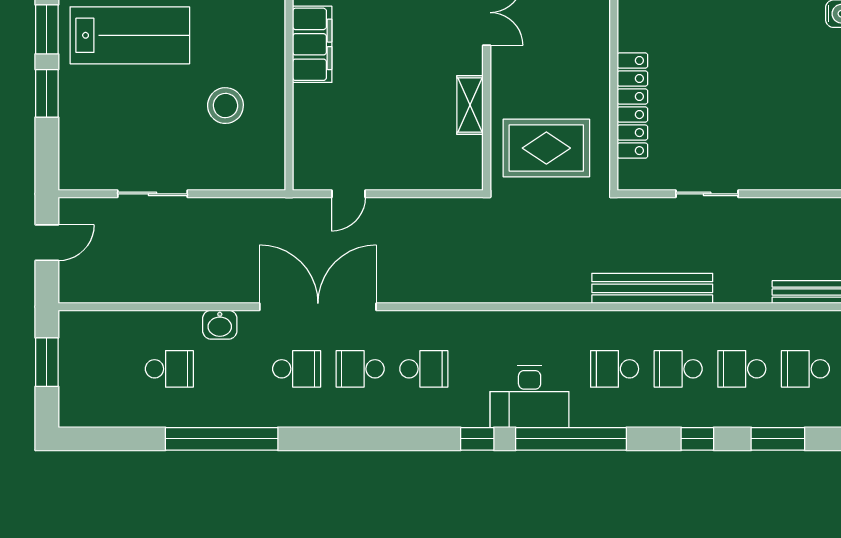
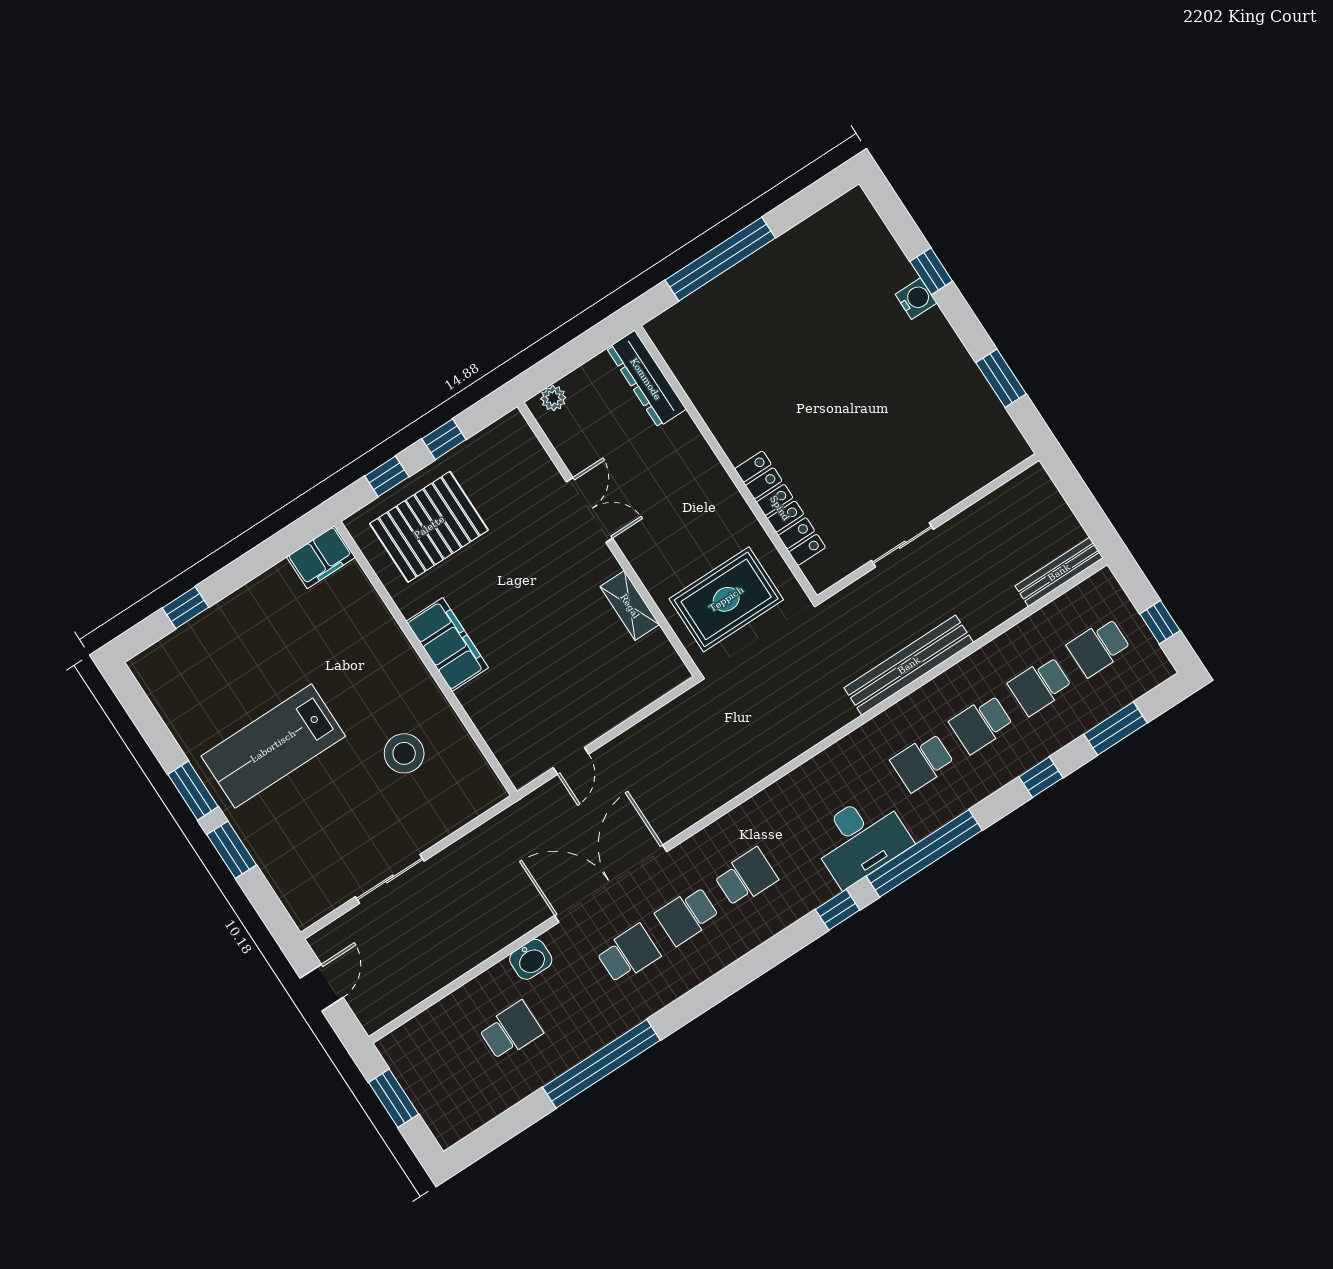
lab bench: (130, 35) -> (273, 746), turned 180

